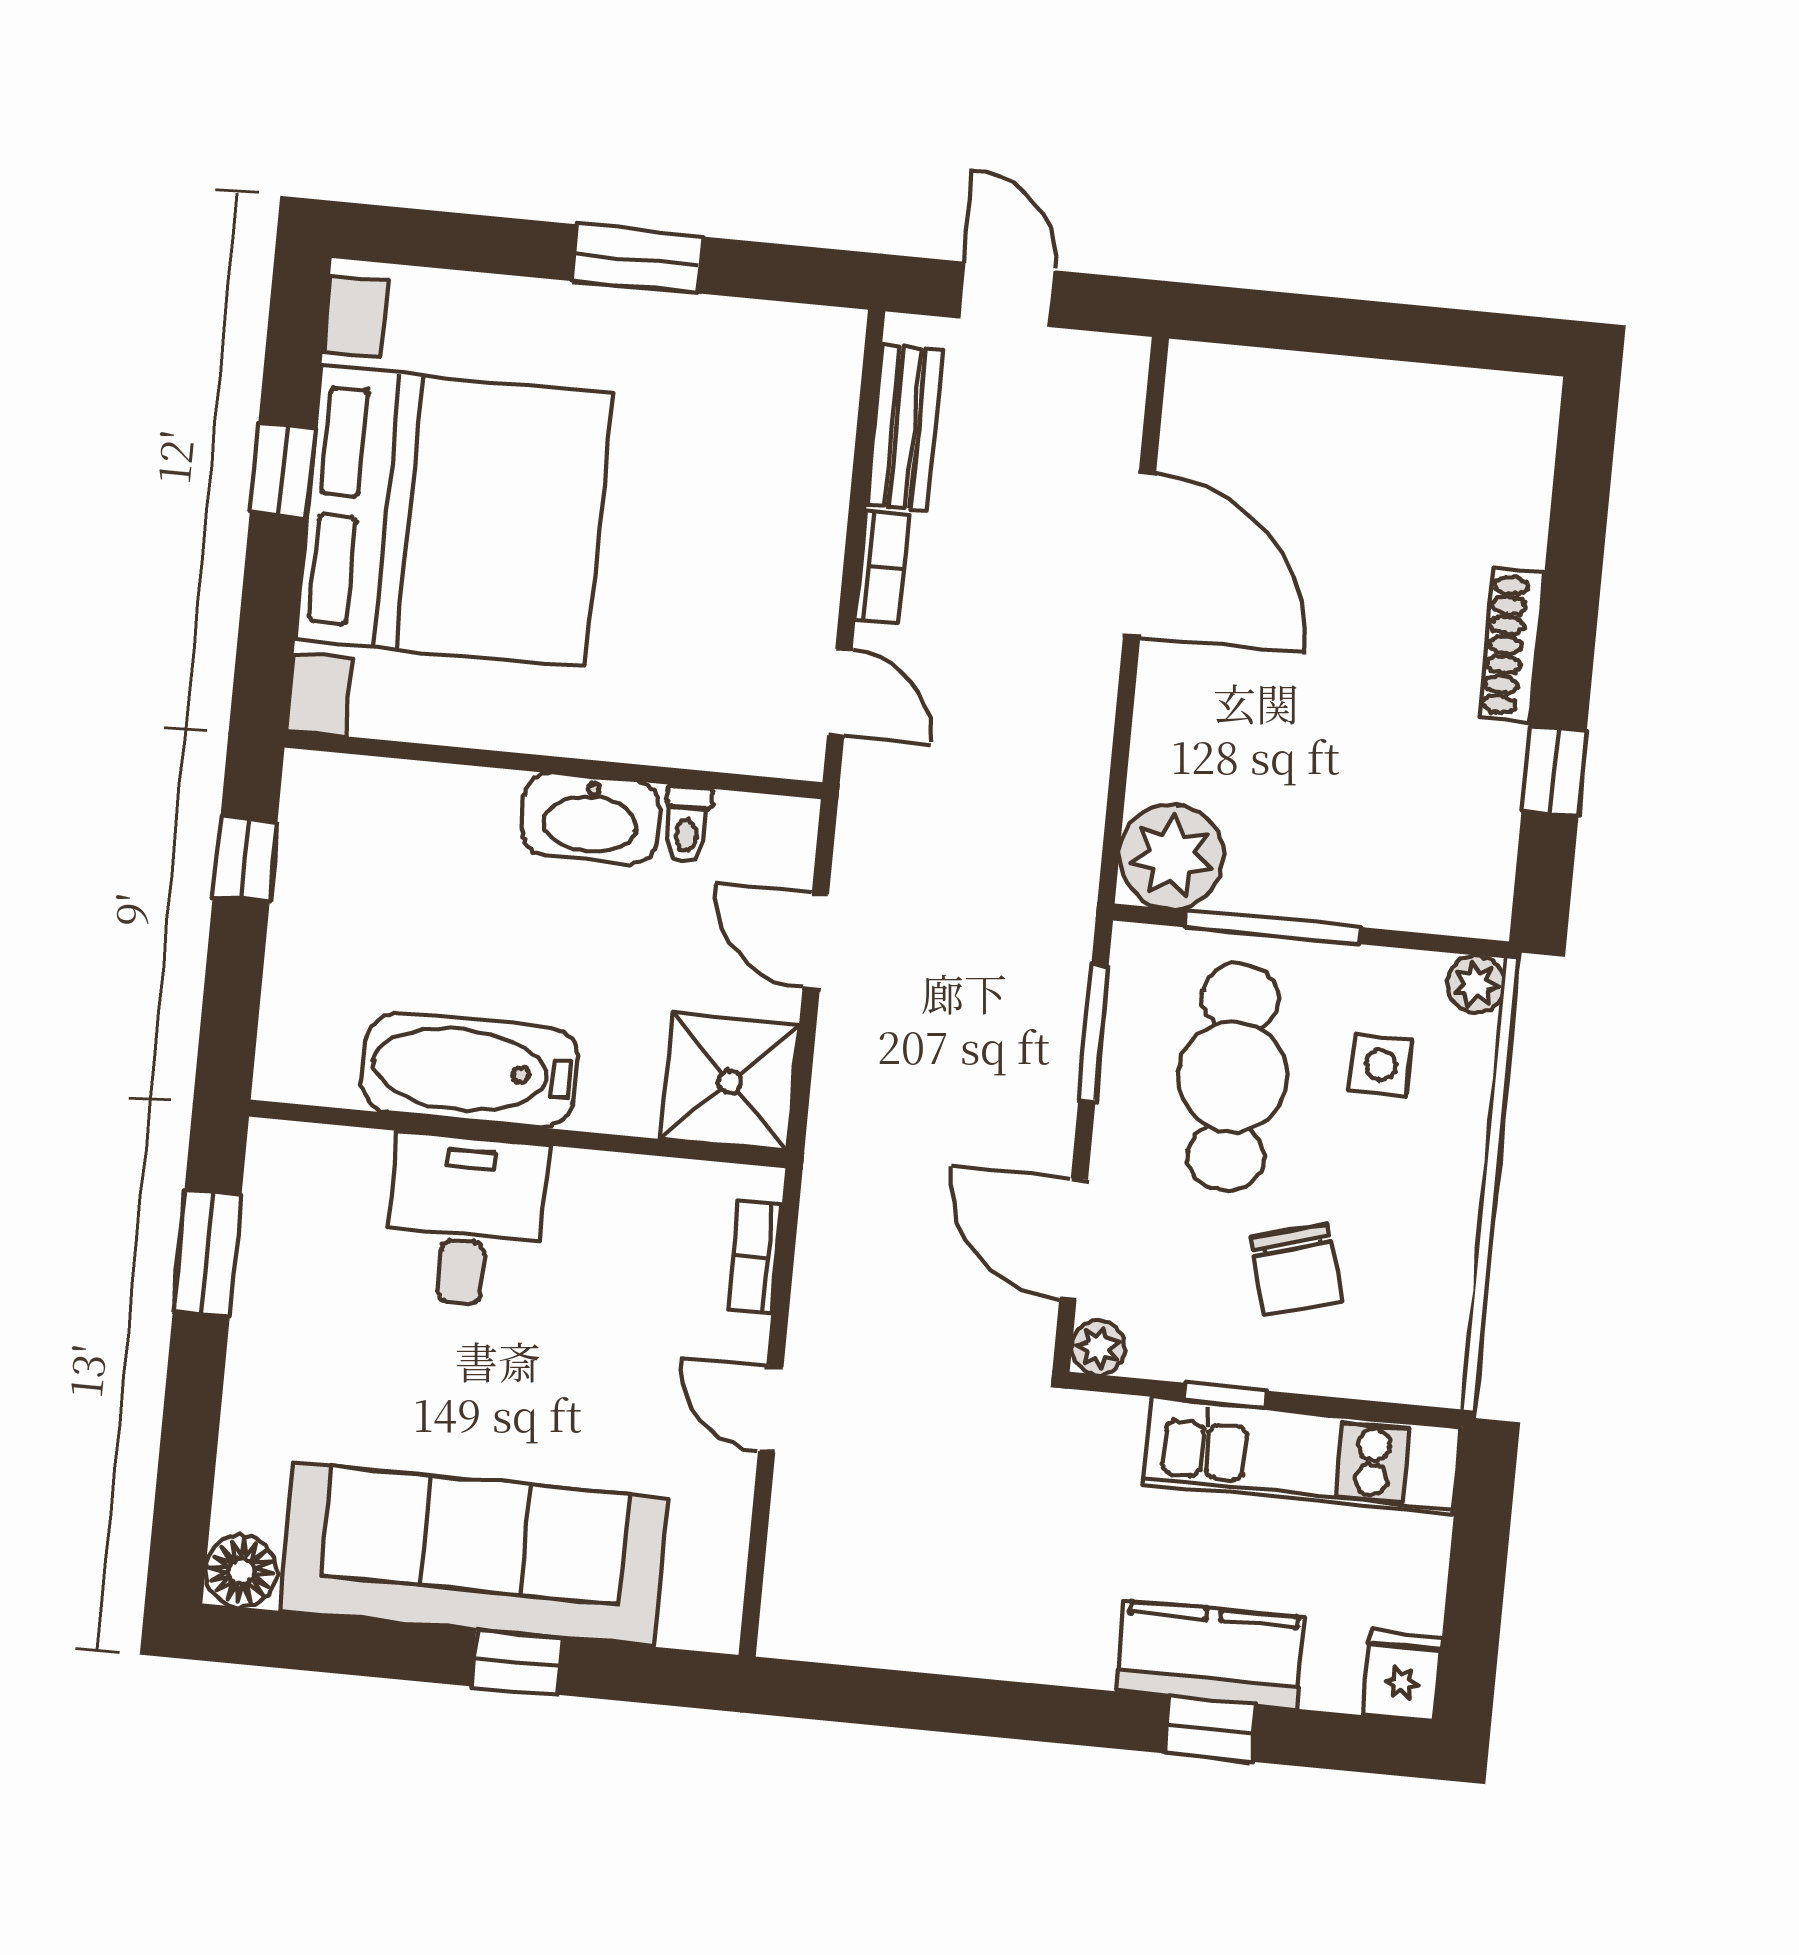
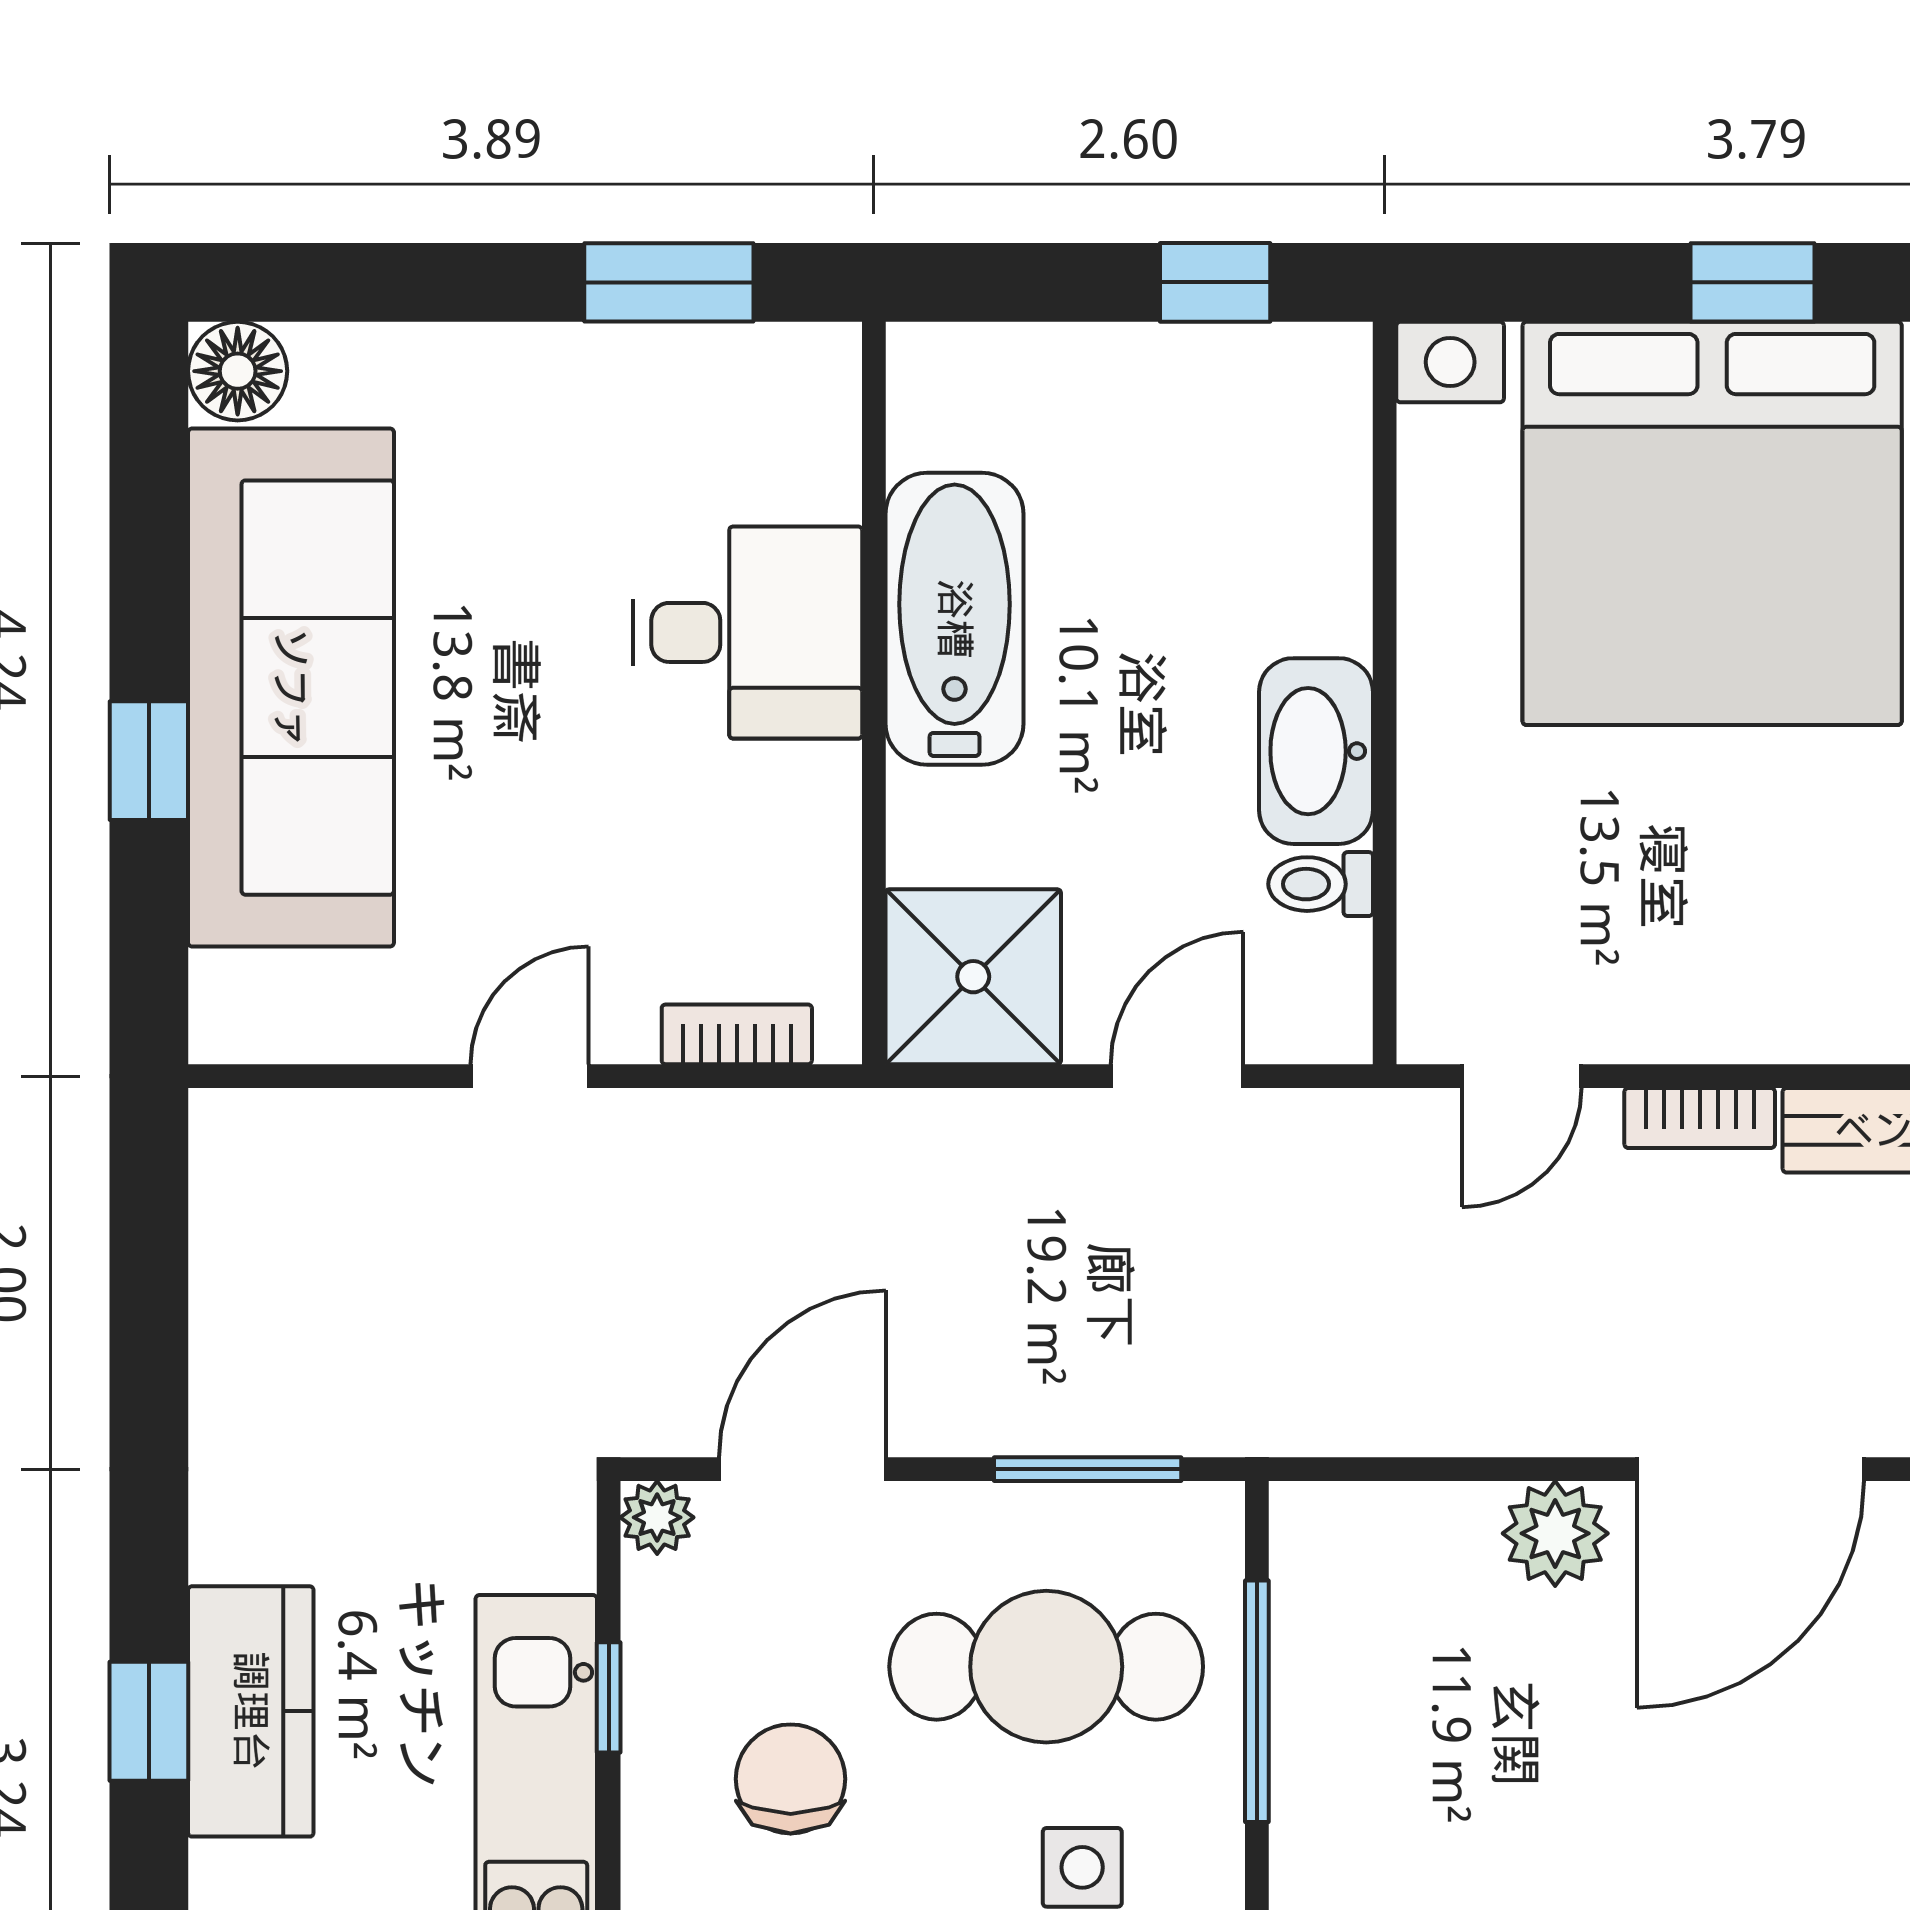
plant: (1171, 857) -> (1555, 1533), moved, width x0.73, depth x0.73
chair: (1297, 1270) -> (791, 1779), turned 106

